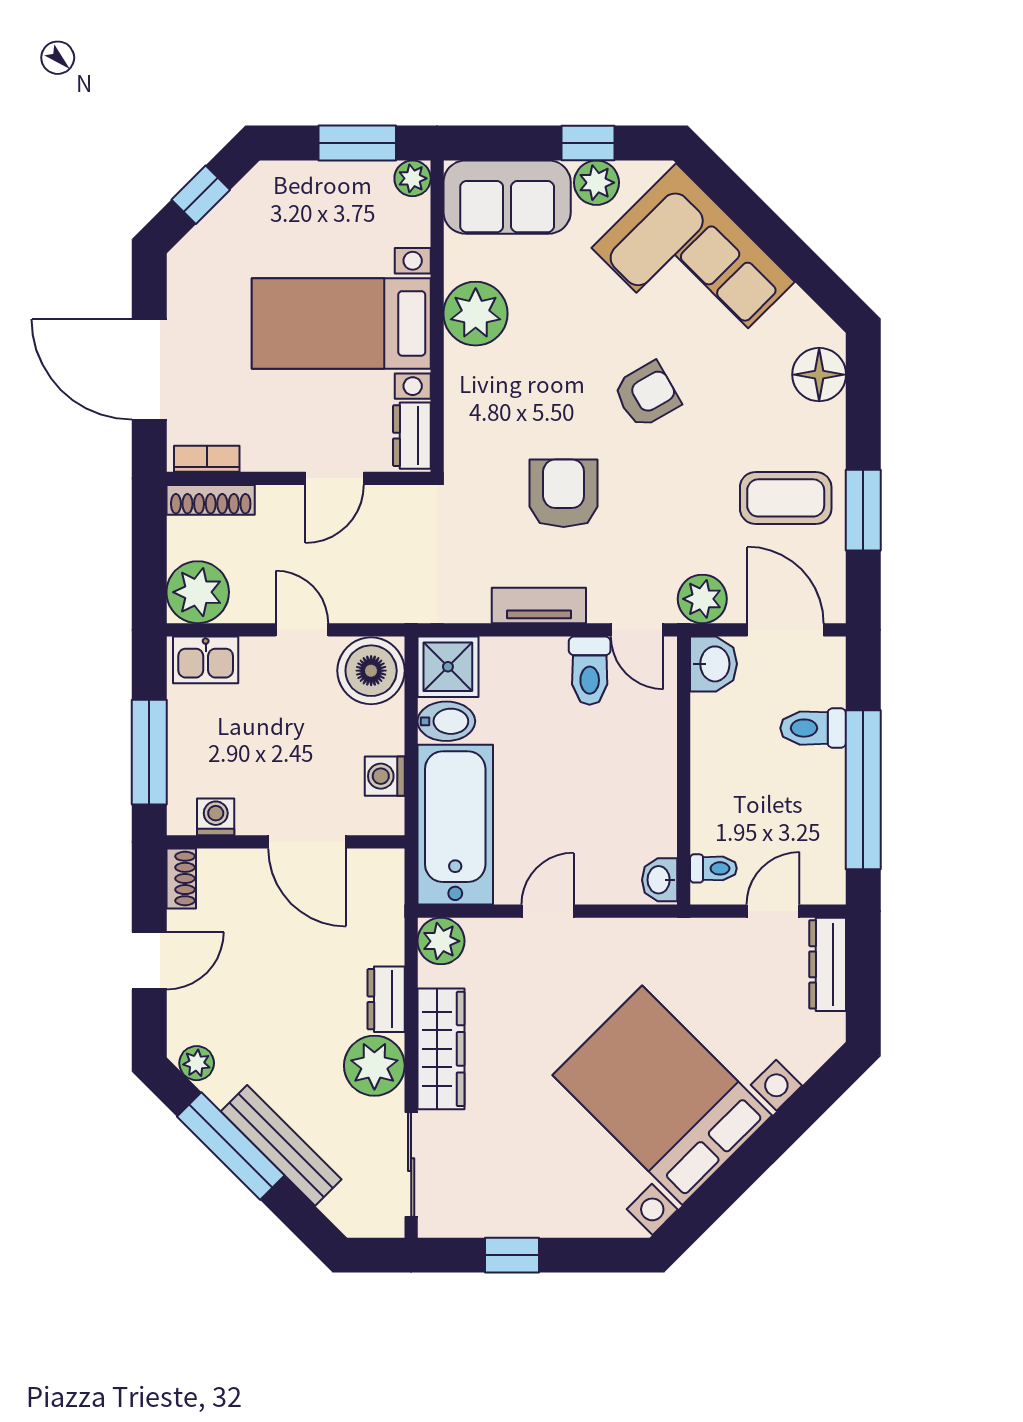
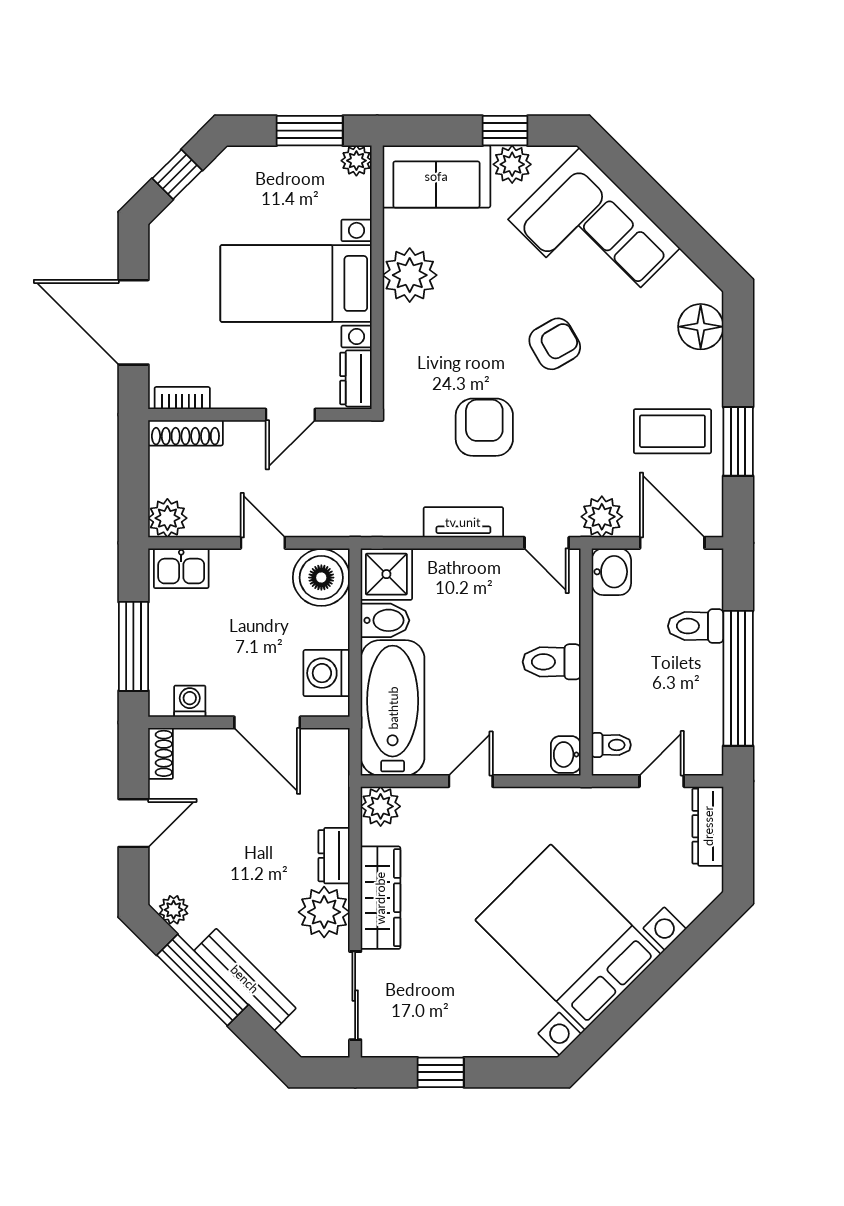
plant: (198, 592) -> (167, 518), width x0.73, depth x0.73
toilet: (590, 671) -> (552, 662), moved, turned 90
washing machine: (385, 776) -> (327, 673), width x1.38, depth x1.38

